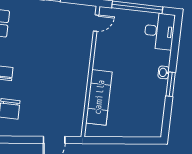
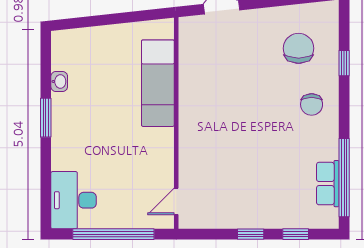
washbasin: (164, 72) -> (59, 81), moved

